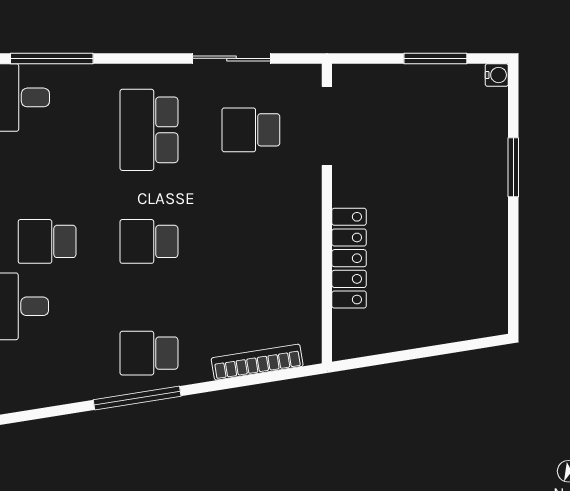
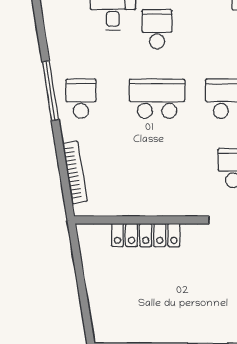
school desk: (149, 241) -> (157, 99), width x1.85

